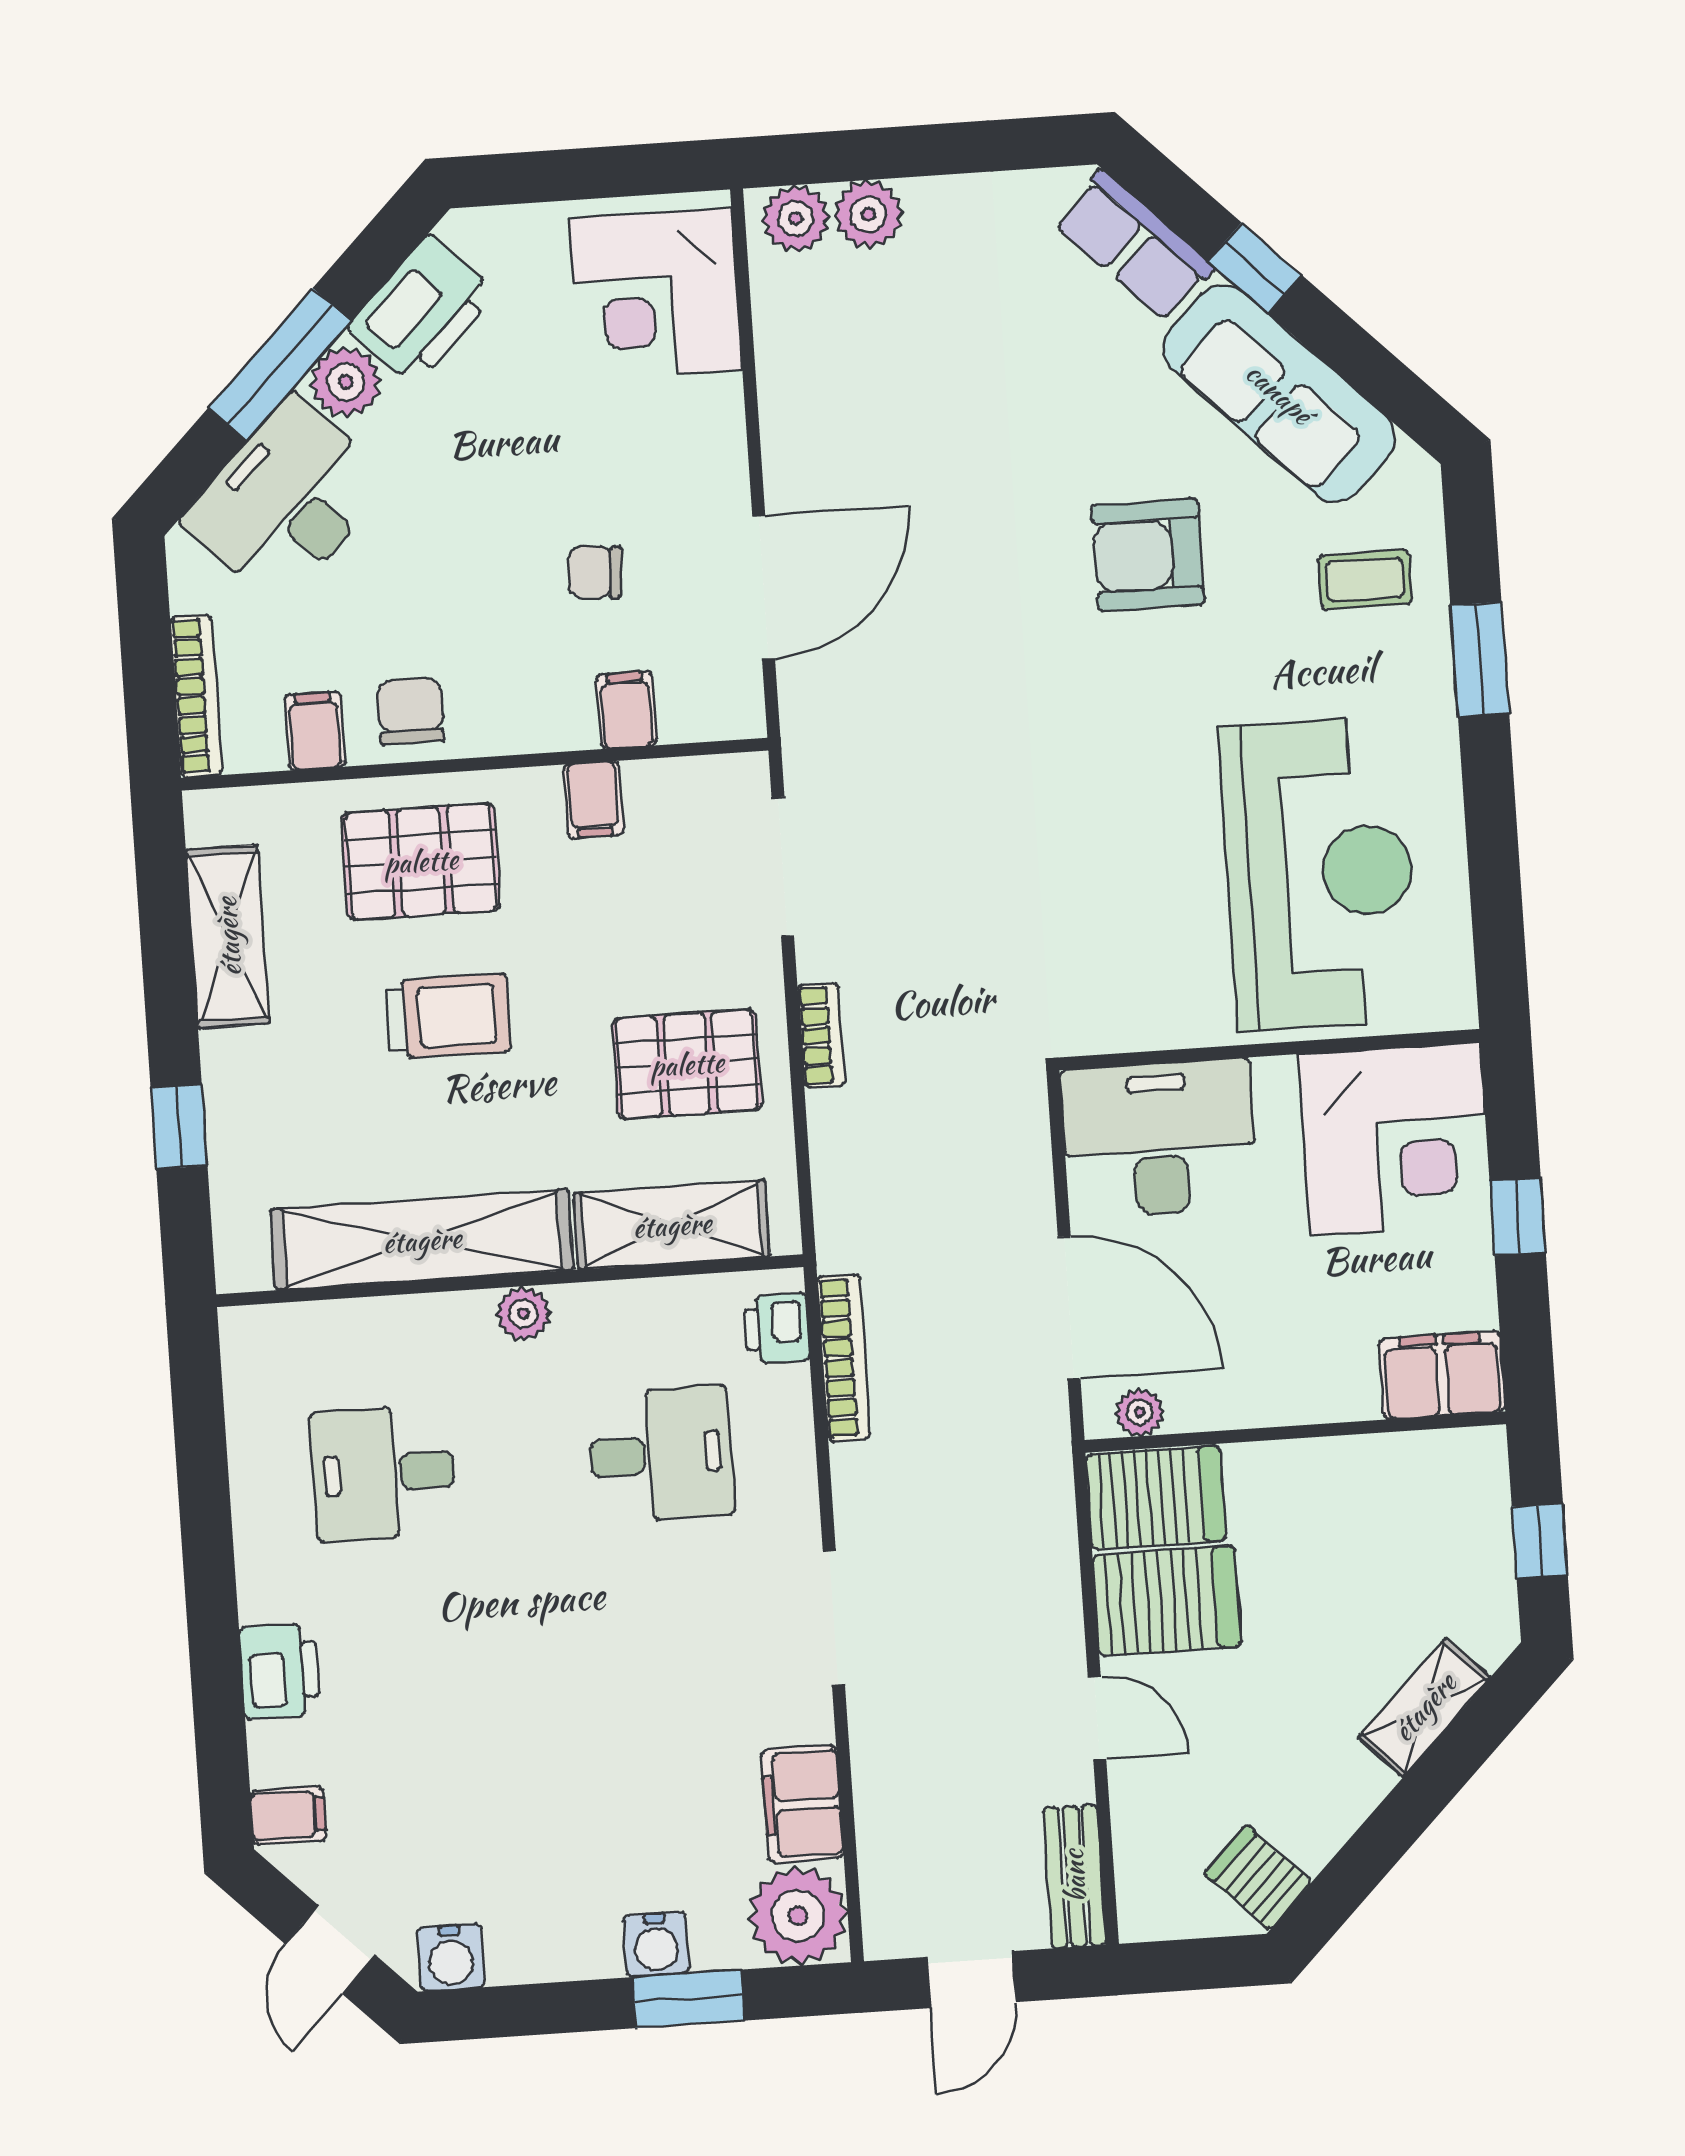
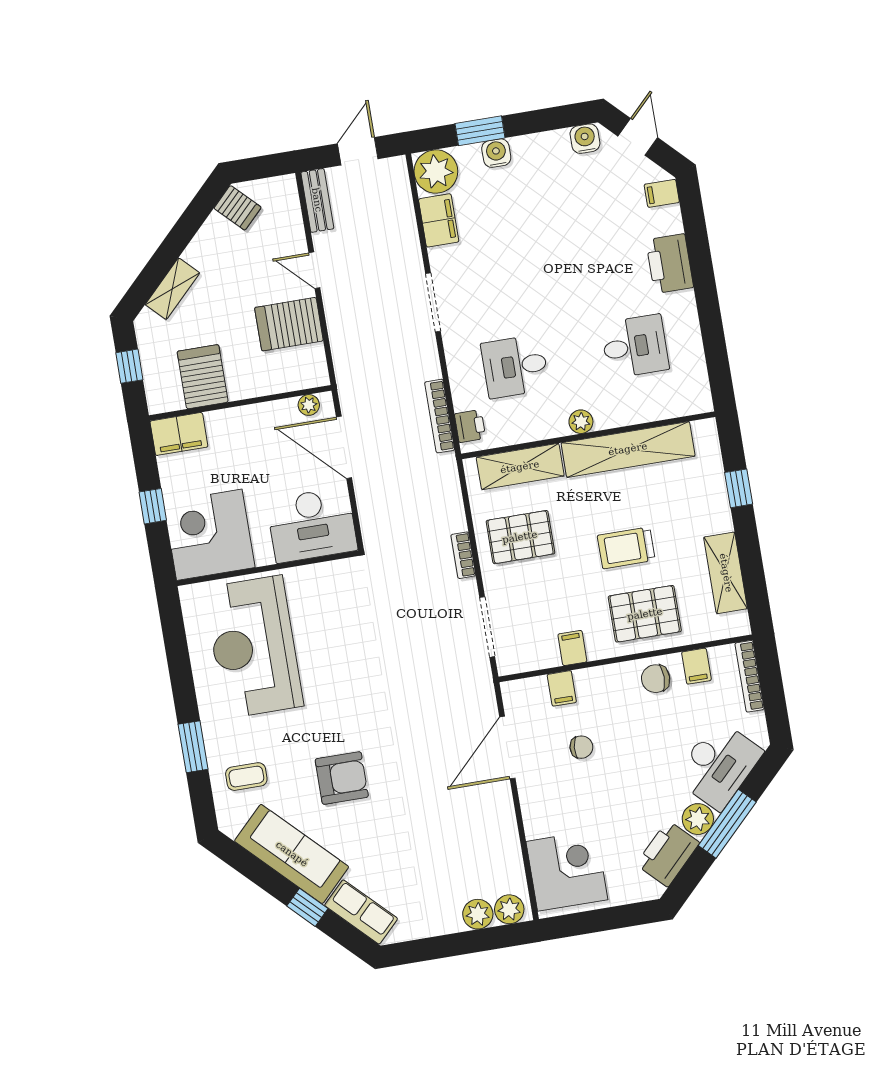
chair: (411, 711) -> (656, 679), turned 90
server rack: (1156, 1497) -> (203, 377), moved, turned 90
printer: (280, 1671) -> (670, 264), width x1.37, depth x1.19

